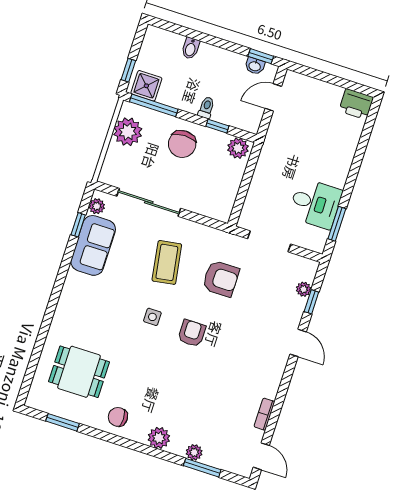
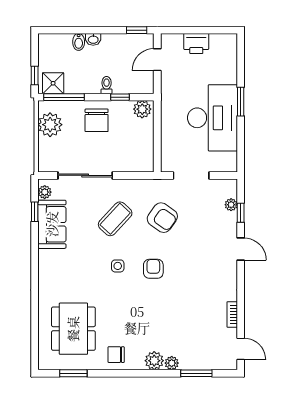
washbasin: (255, 66) -> (93, 39), moved
printer: (356, 104) -> (196, 43), moved
desk: (315, 203) -> (212, 118), width x1.87, depth x1.30
window: (337, 224) -> (241, 102), moved
coffee table: (167, 262) -> (115, 219), turned 52
armchair: (221, 279) -> (162, 218), turned 35
dining table: (79, 372) -> (73, 329), width x1.38
plant: (194, 452) -> (172, 363), moved

